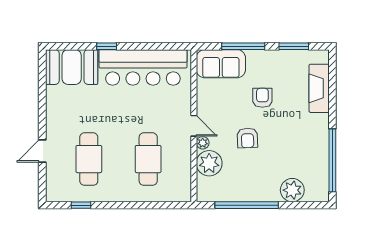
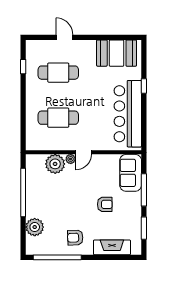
booth: (72, 67) -> (117, 53), moved, turned 90
armchair: (247, 138) -> (75, 238), moved

